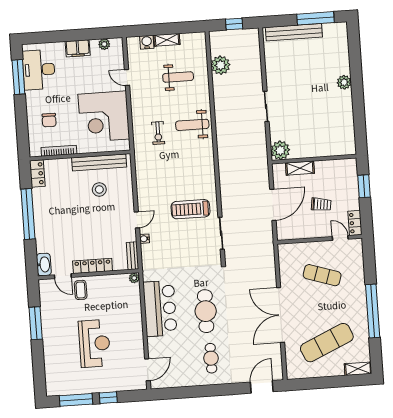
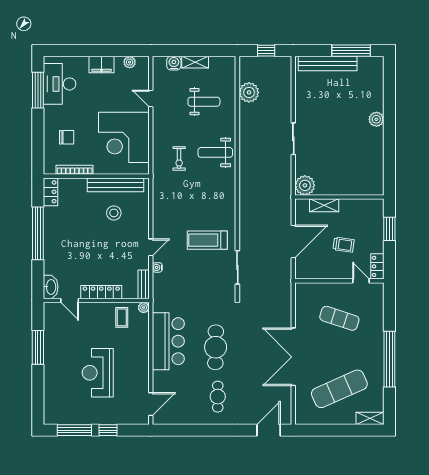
chair: (49, 120) -> (67, 137), turned -90
coffee table: (81, 290) -> (122, 317), moved
reception desk: (95, 343) -> (98, 373), turned 180

